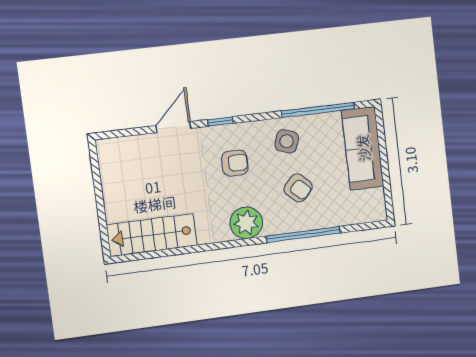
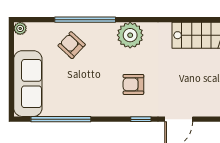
side table: (287, 141) -> (89, 97), removed
armchair: (298, 188) -> (72, 45), moved
plant: (379, 214) -> (20, 28), added

